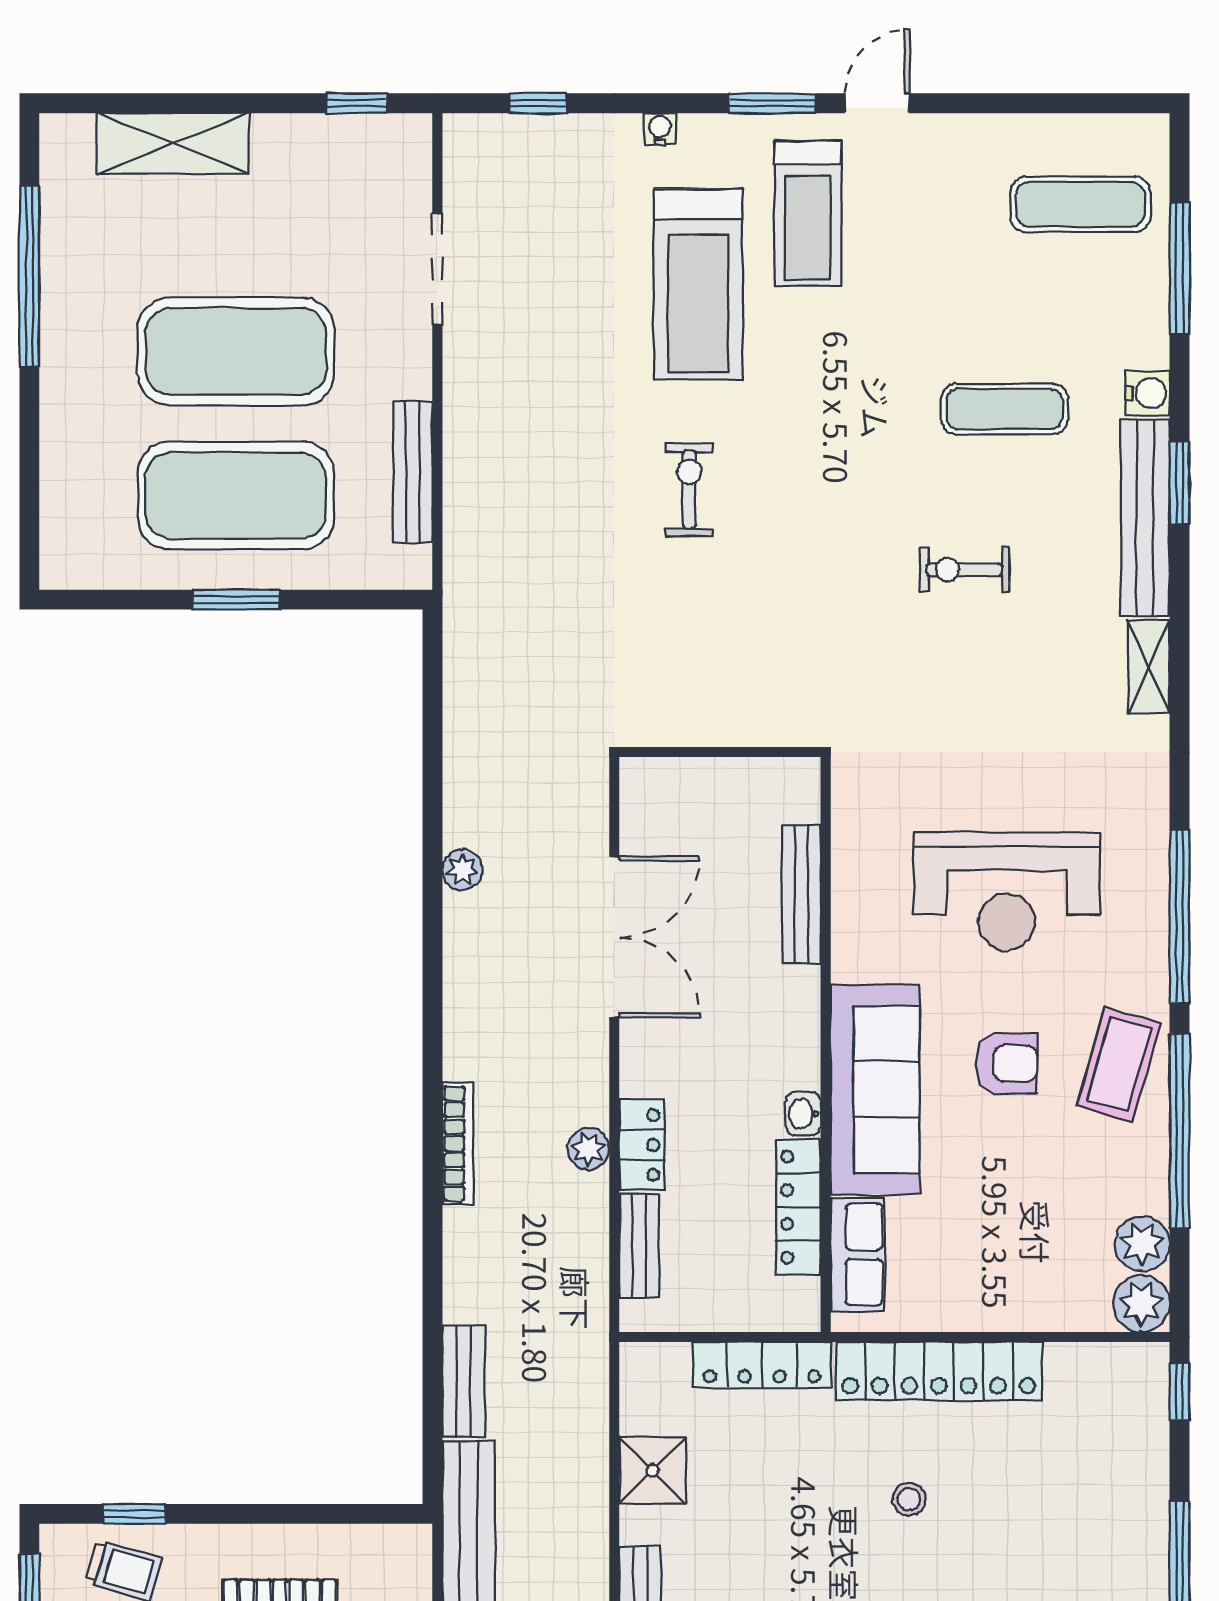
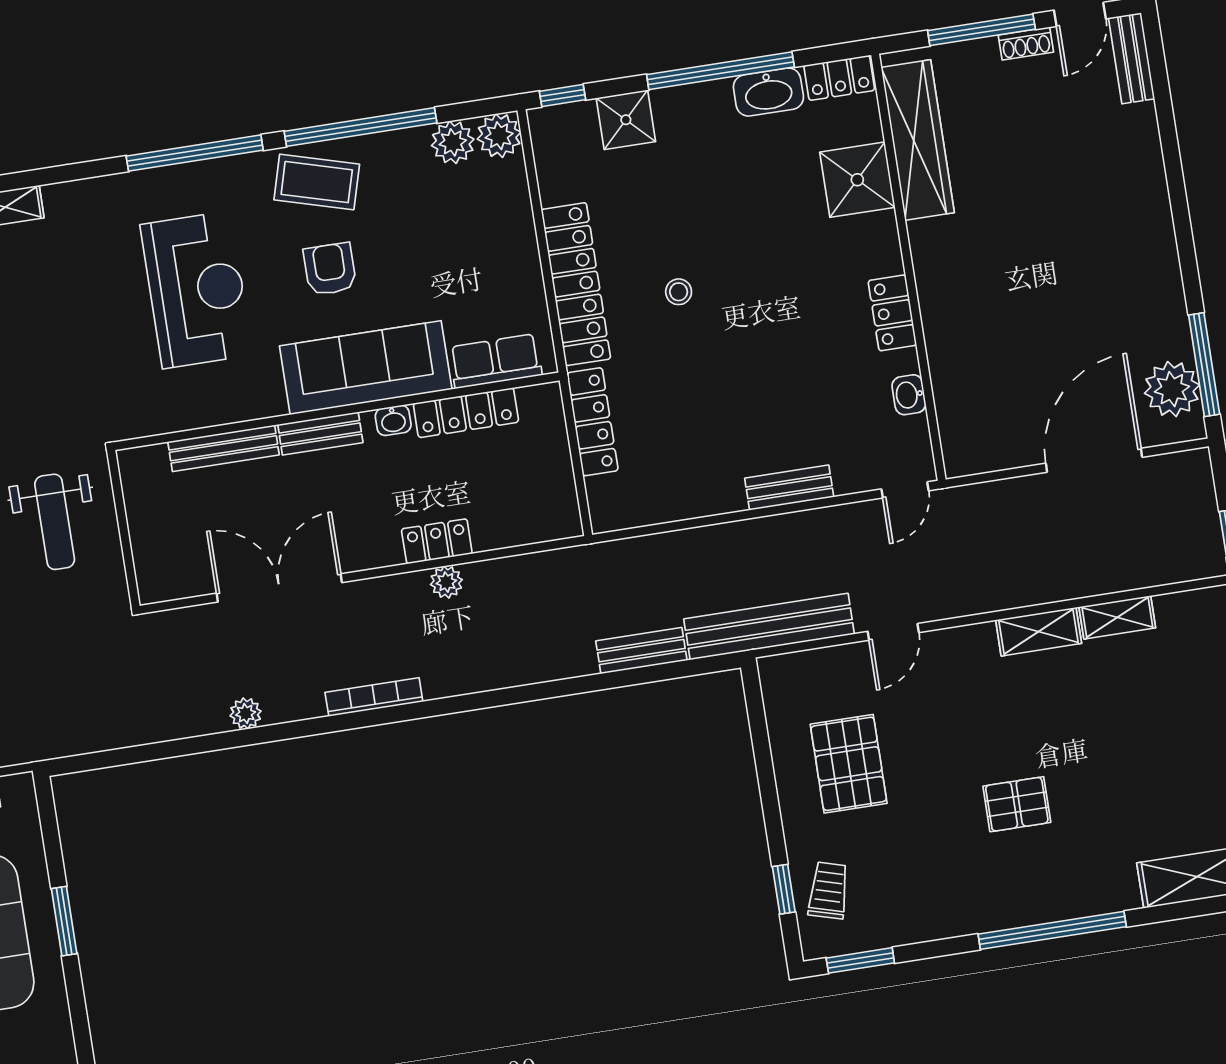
weight bench: (742, 667) -> (55, 522), added
bookcase: (458, 1143) -> (374, 697), moved
bench: (639, 1246) -> (320, 434), moved
shower: (653, 1470) -> (626, 120), moved

